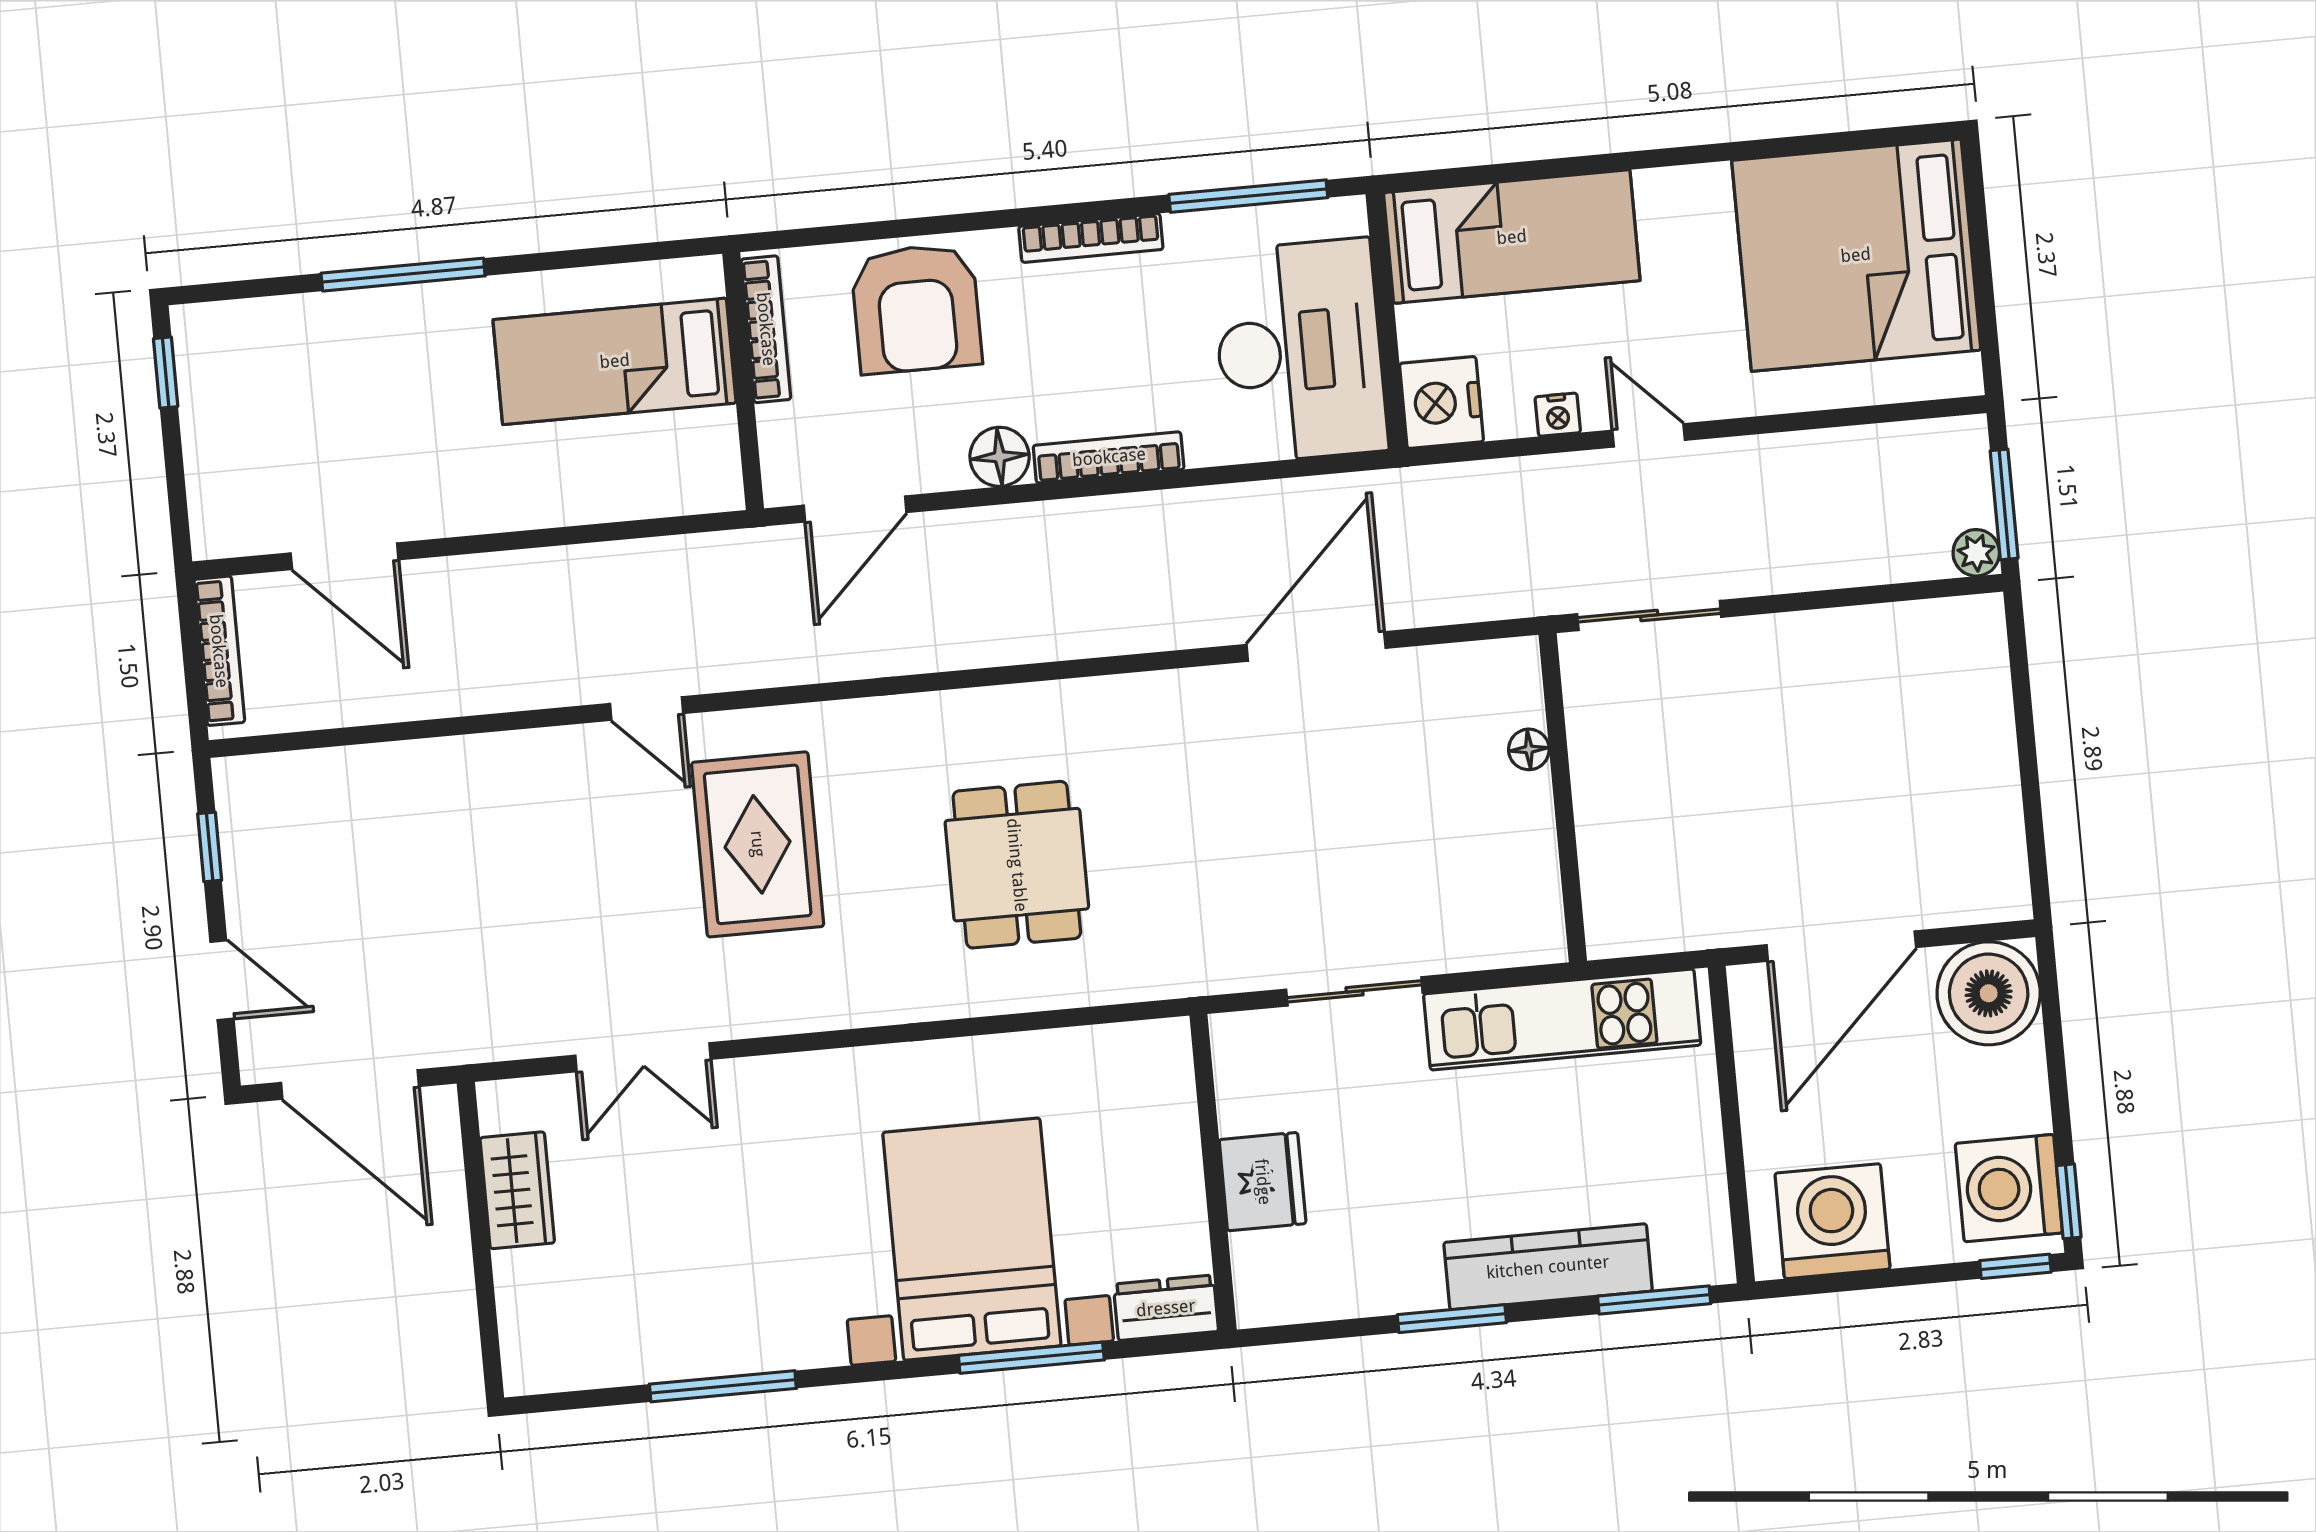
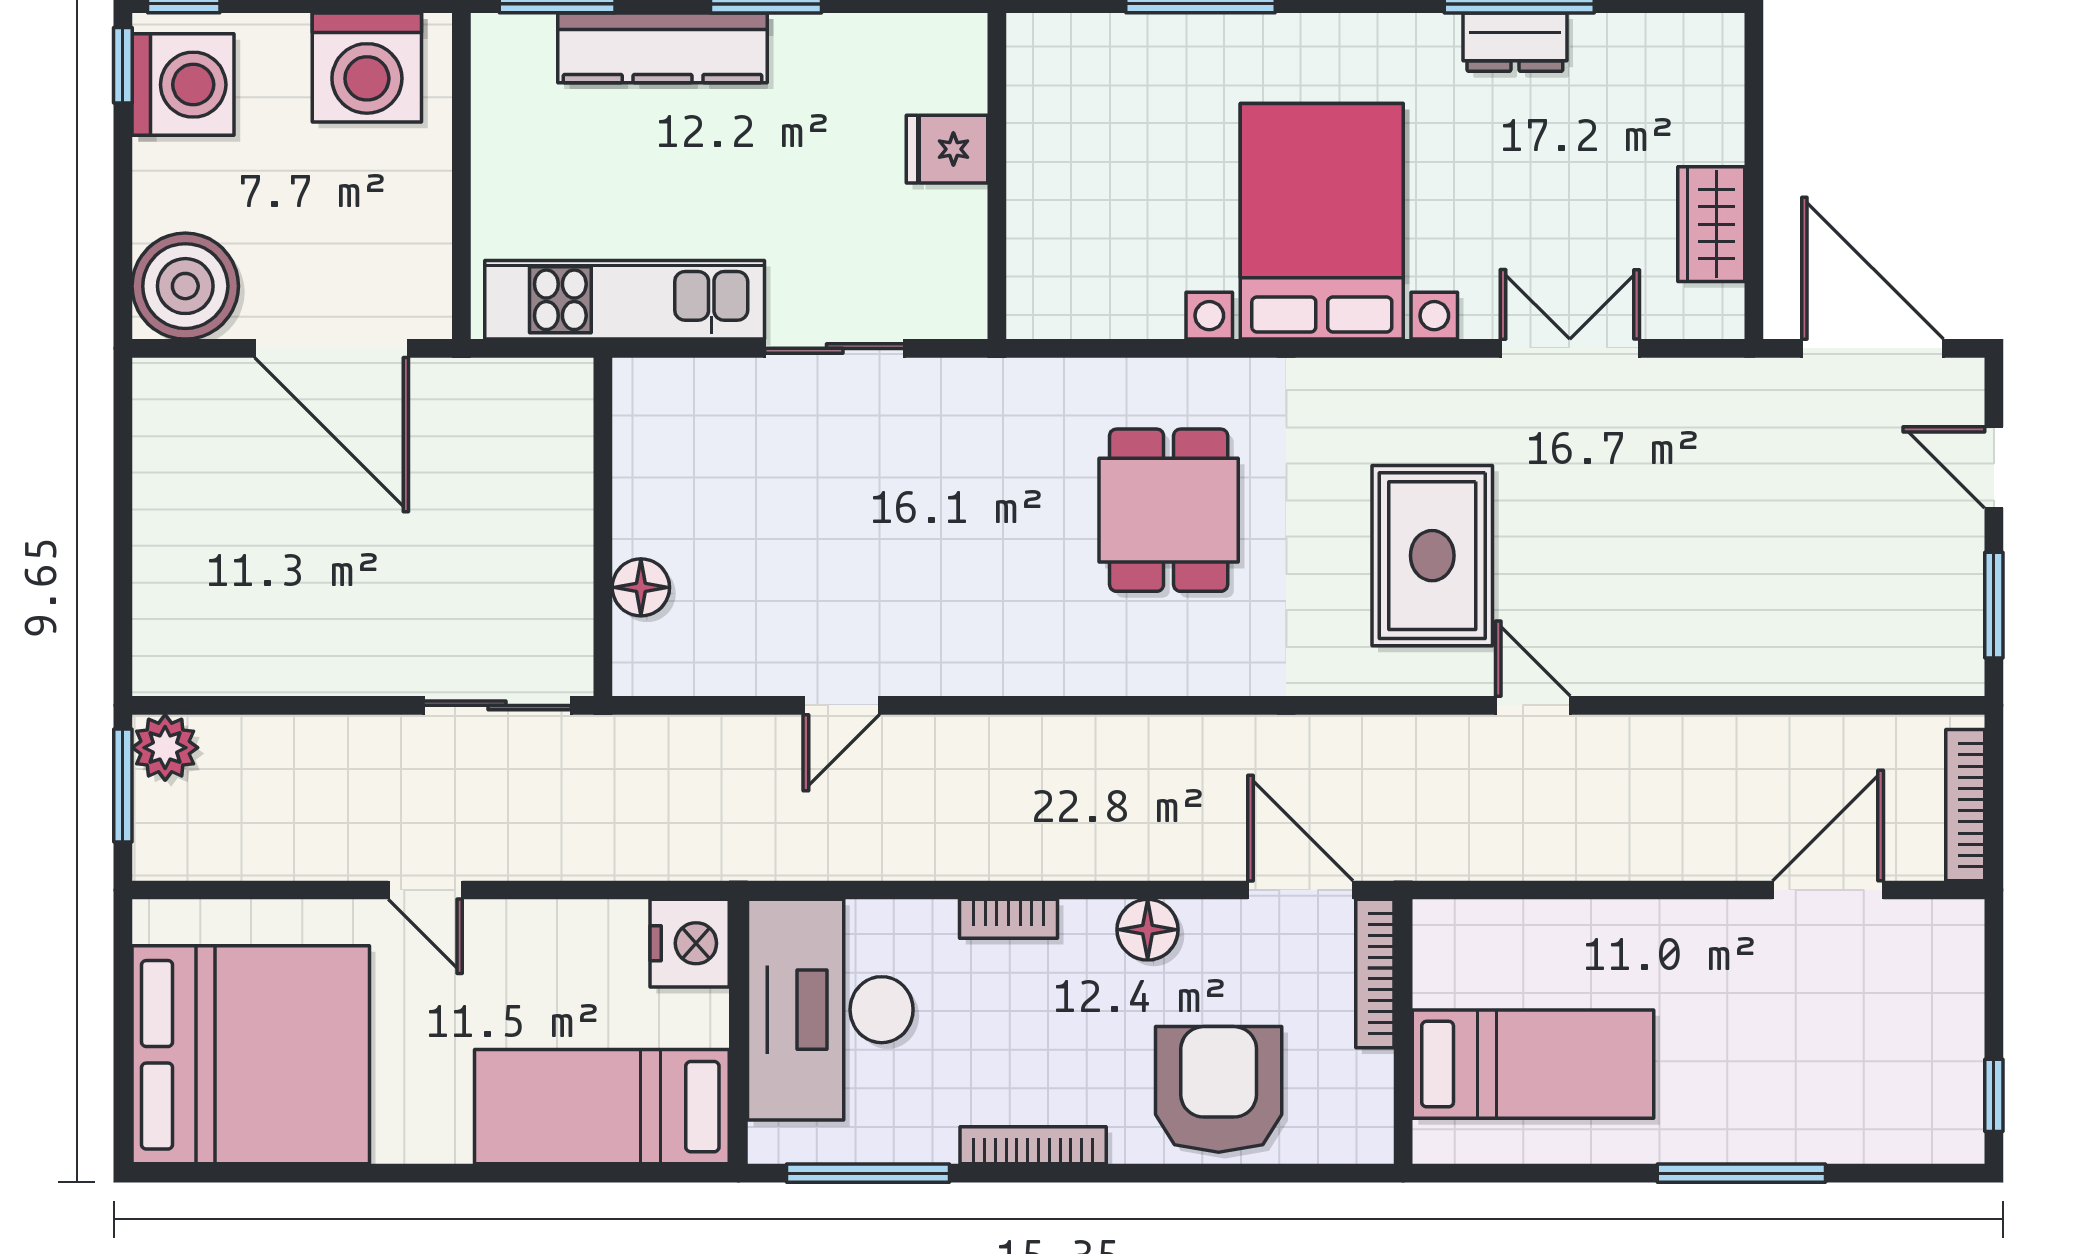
bookcase: (766, 329) -> (1375, 974), moved
nightstand: (1558, 415) -> (572, 920), removed
door: (1649, 435) -> (425, 890), moved
bookcase: (1109, 457) -> (1008, 919), width x0.64
door: (855, 509) -> (1300, 890), hinge flipped
plant: (1976, 553) -> (165, 748), width x1.38, depth x1.38
door: (345, 556) -> (1828, 890), hinge flipped
door: (1316, 646) -> (841, 705), width x0.53
floor lamp: (1529, 749) -> (641, 587), width x1.37, depth x1.37
window: (210, 847) -> (1994, 605), width x1.50
door: (1841, 946) -> (332, 348), swing flipped
fridge: (1263, 1182) -> (947, 149), width x0.72
bed with nightstands: (972, 1239) -> (1322, 221), moved, turned 180
dresser: (1166, 1308) -> (1515, 42), moved

